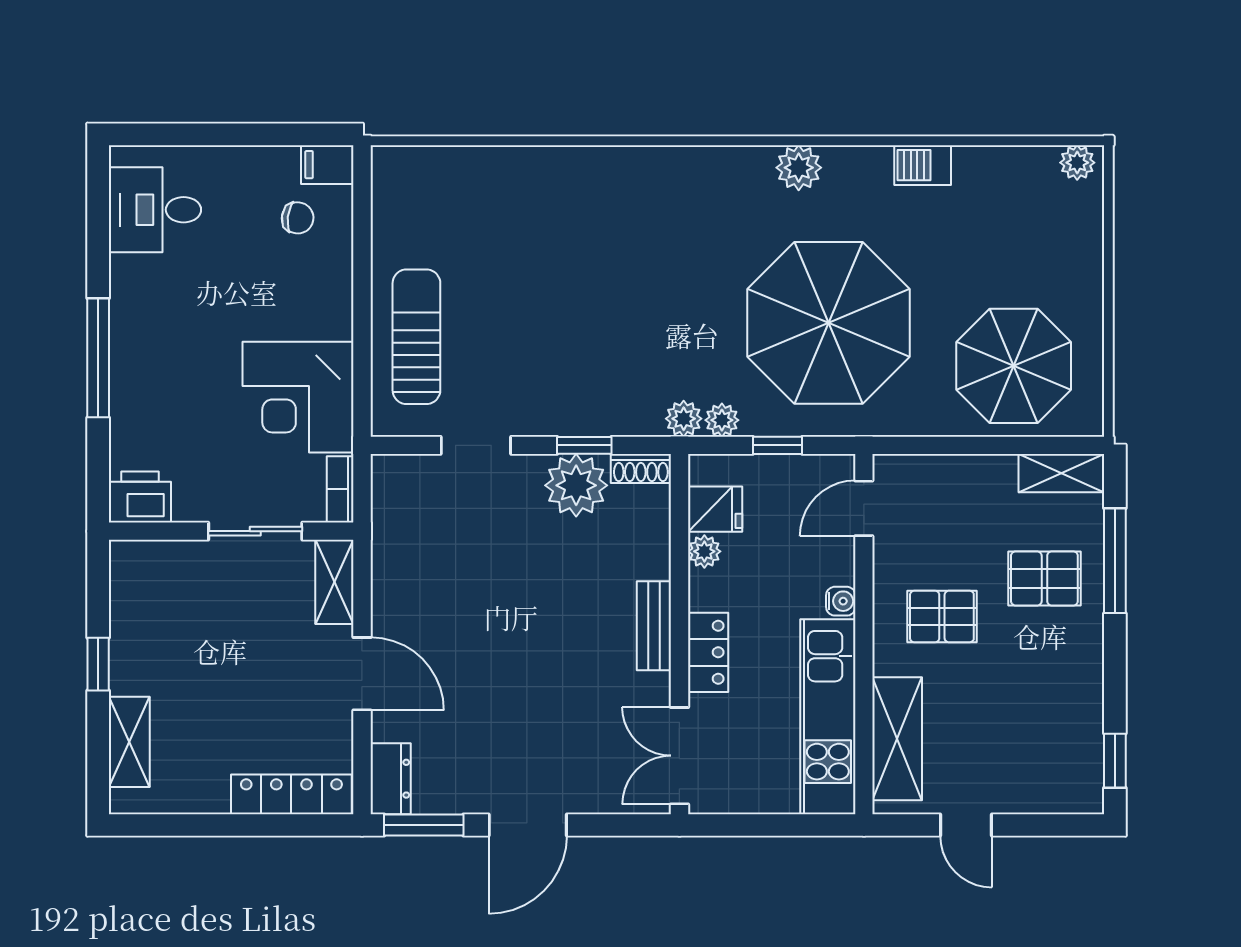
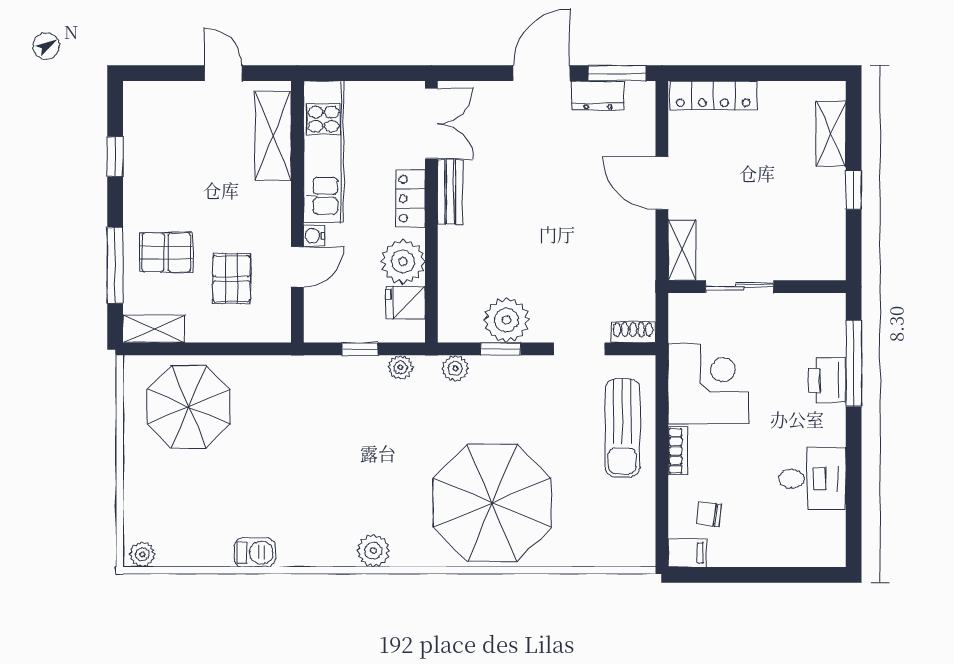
plant: (799, 168) -> (373, 551), moved
desk: (155, 210) -> (812, 479), moved
parasol: (828, 323) -> (492, 503), moved
window: (98, 358) -> (854, 363), moved
plant: (684, 419) -> (455, 368), moved
shoe rack: (641, 469) -> (633, 332), moved
bookcase: (340, 489) -> (678, 451), moved
printer: (140, 497) -> (827, 380), moved, turned 90
door: (864, 508) -> (297, 267), moved
plant: (704, 551) -> (403, 262), width x1.88, depth x1.88
pallet: (942, 617) -> (231, 279), moved, turned 90
bench: (654, 626) -> (450, 192), moved
window: (1115, 761) -> (115, 157), moved
dresser: (391, 779) -> (598, 96), moved, turned -90

